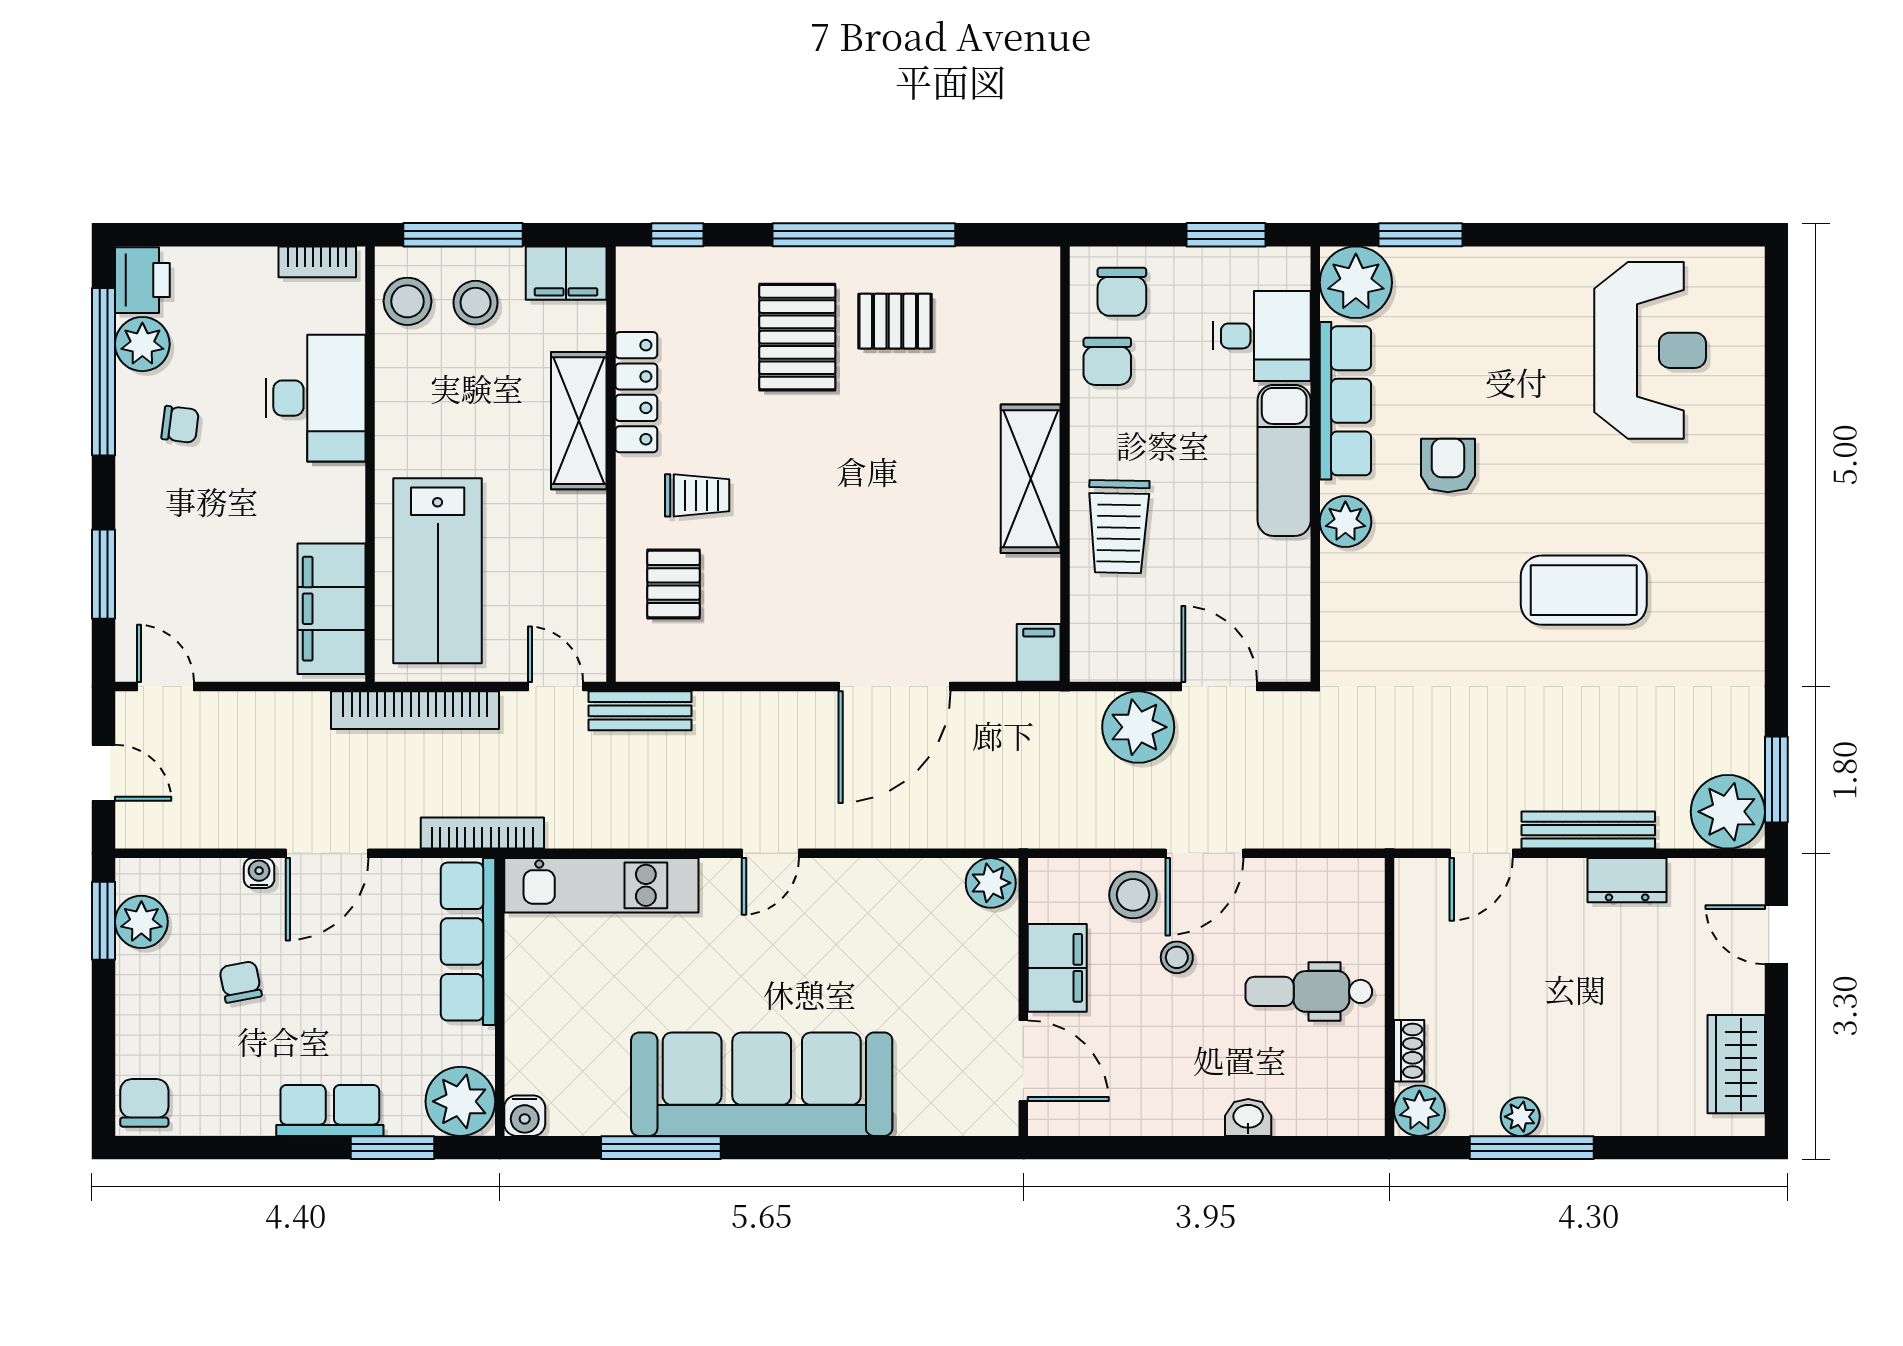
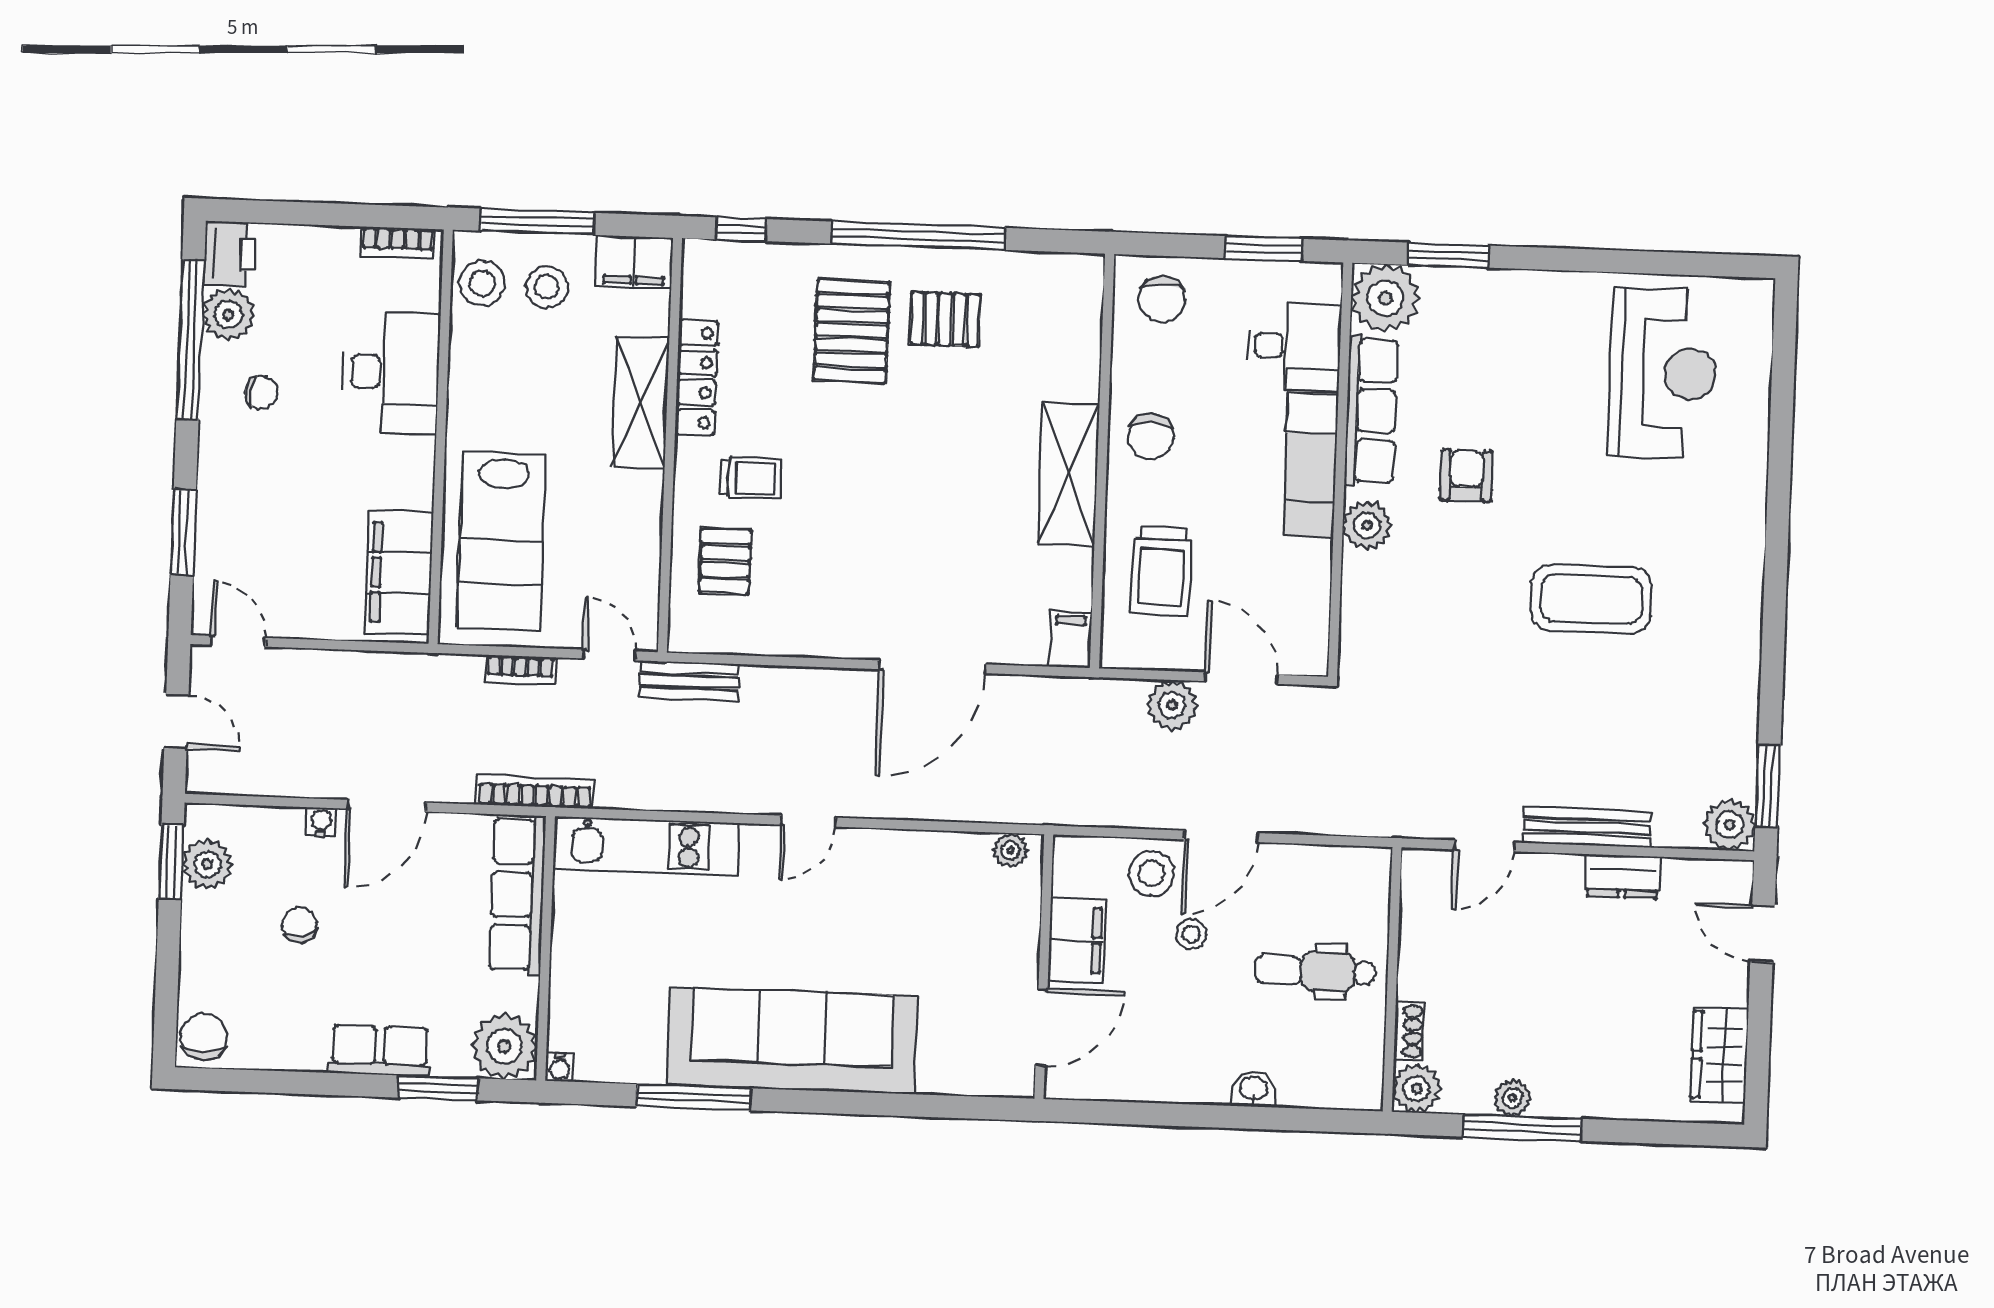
chair: (1107, 361) -> (1151, 436), moved
trolley: (1119, 527) -> (1162, 571), moved
bookcase: (415, 710) -> (521, 670), width x0.43, depth x0.76
plant: (1138, 727) -> (1172, 705), width x0.73, depth x0.73
plant: (1728, 812) -> (1730, 825), width x0.73, depth x0.73
plant: (991, 883) -> (1010, 850), width x0.73, depth x0.73
door: (1023, 1061) -> (1042, 1027), hinge flipped
water cooler: (525, 1116) -> (560, 1067), width x0.72, depth x0.72

